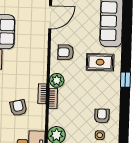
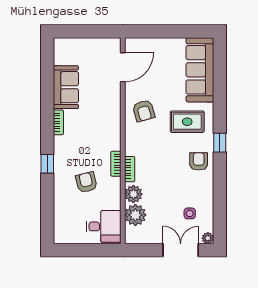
armchair: (66, 52) -> (144, 111), turned -106
plant: (57, 80) -> (133, 194), moved
armchair: (102, 116) -> (199, 161), moved

